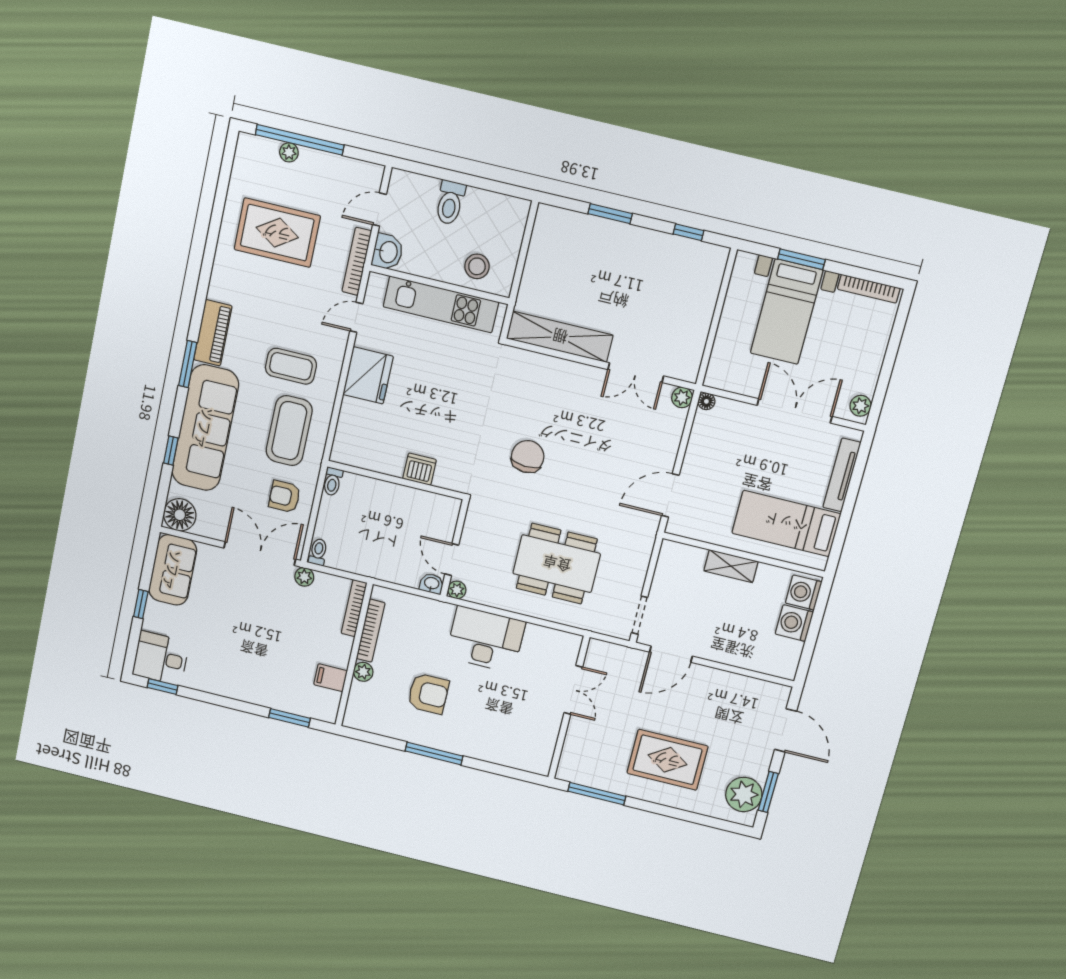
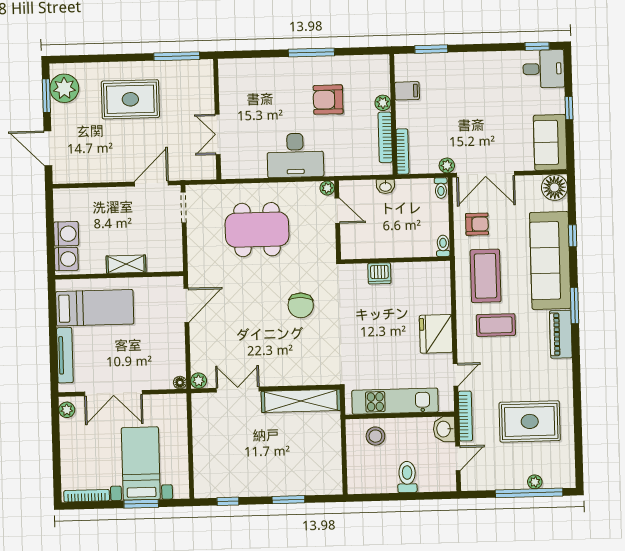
washbasin: (432, 584) -> (385, 186), moved

